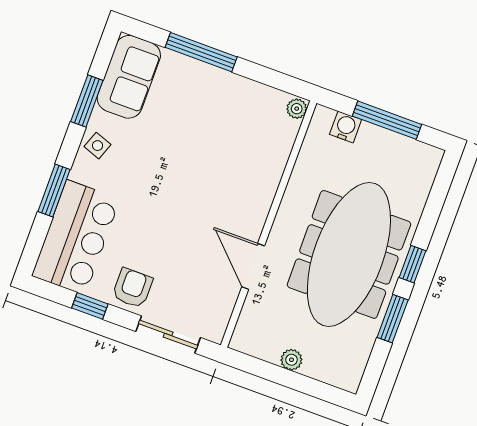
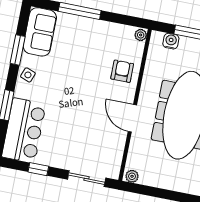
door: (253, 266) -> (132, 118), moved
armchair: (132, 288) -> (122, 71), moved
plant: (291, 360) -> (132, 176), moved

